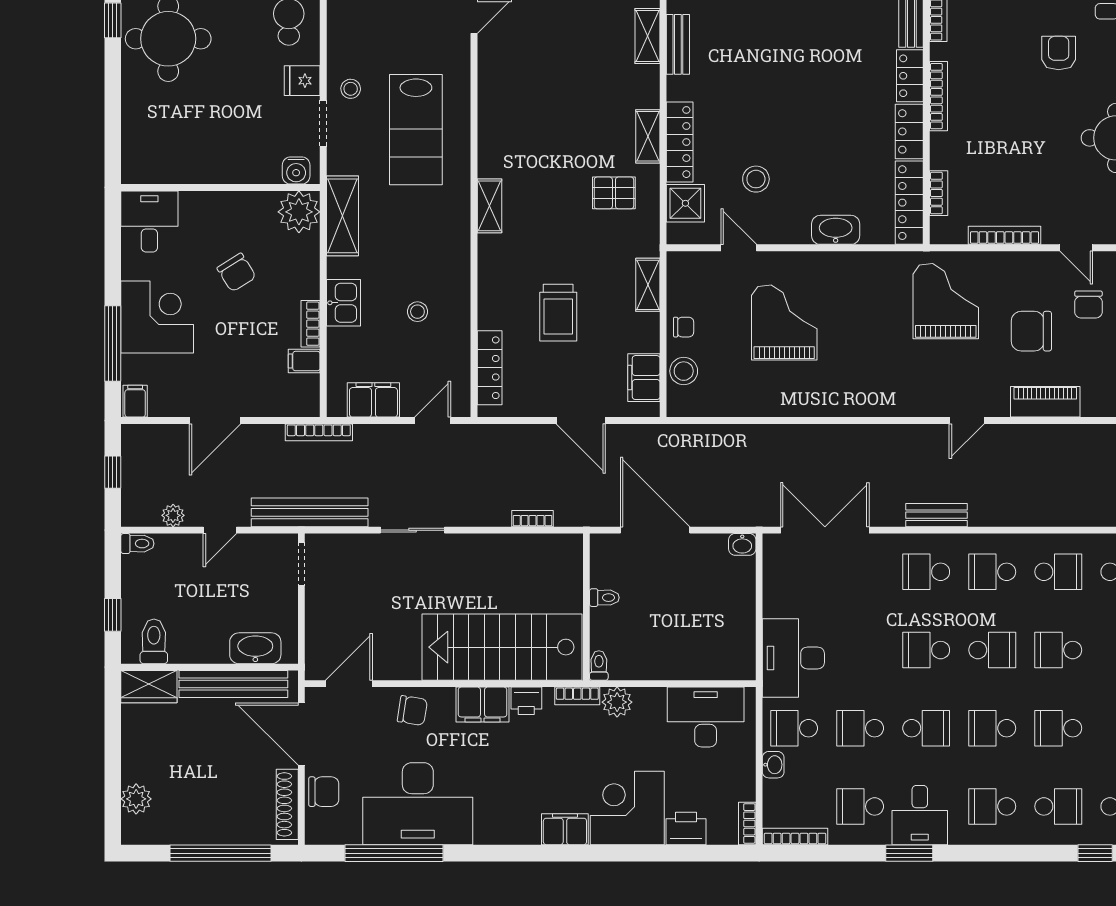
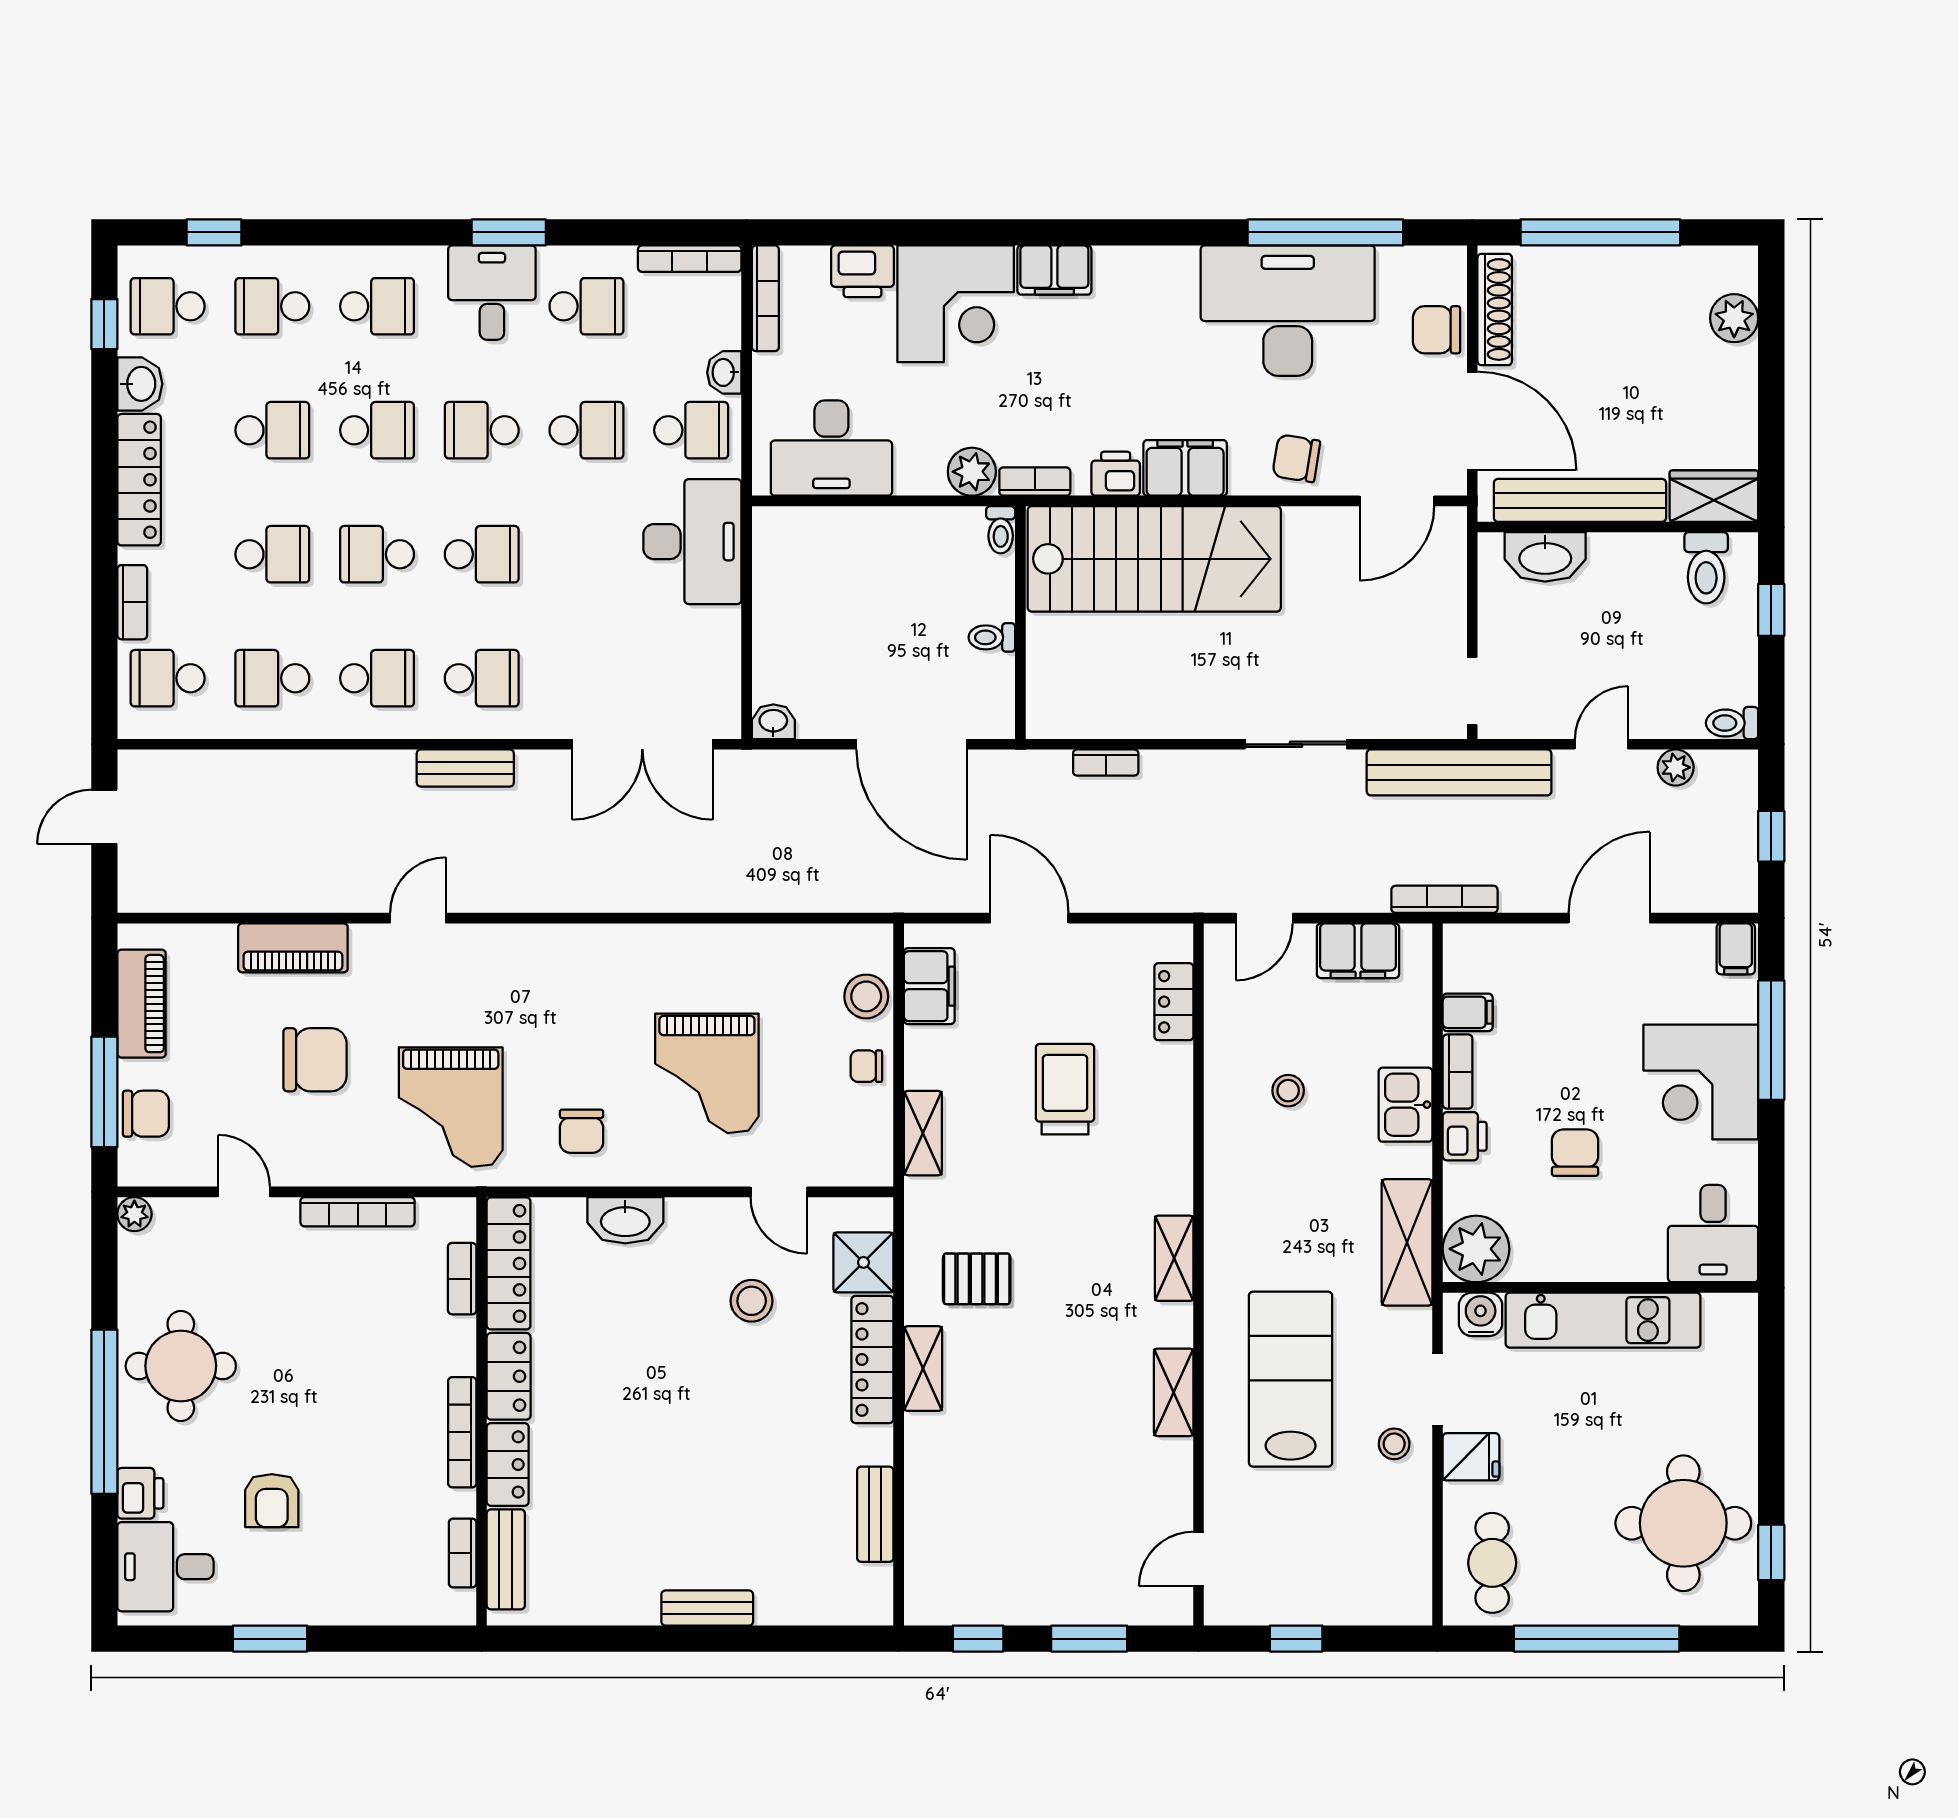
shelving: (647, 36) -> (1174, 1392), moved
kitchen unit: (219, 167) -> (1603, 1320), added
chair: (237, 272) -> (1575, 1153), turned 32
printer: (306, 283) -> (1465, 1136), added
chair: (1088, 305) -> (581, 1131), moved, turned 180
locker: (490, 368) -> (1174, 1002), width x0.66
bookcase: (747, 823) -> (765, 298), width x1.56

